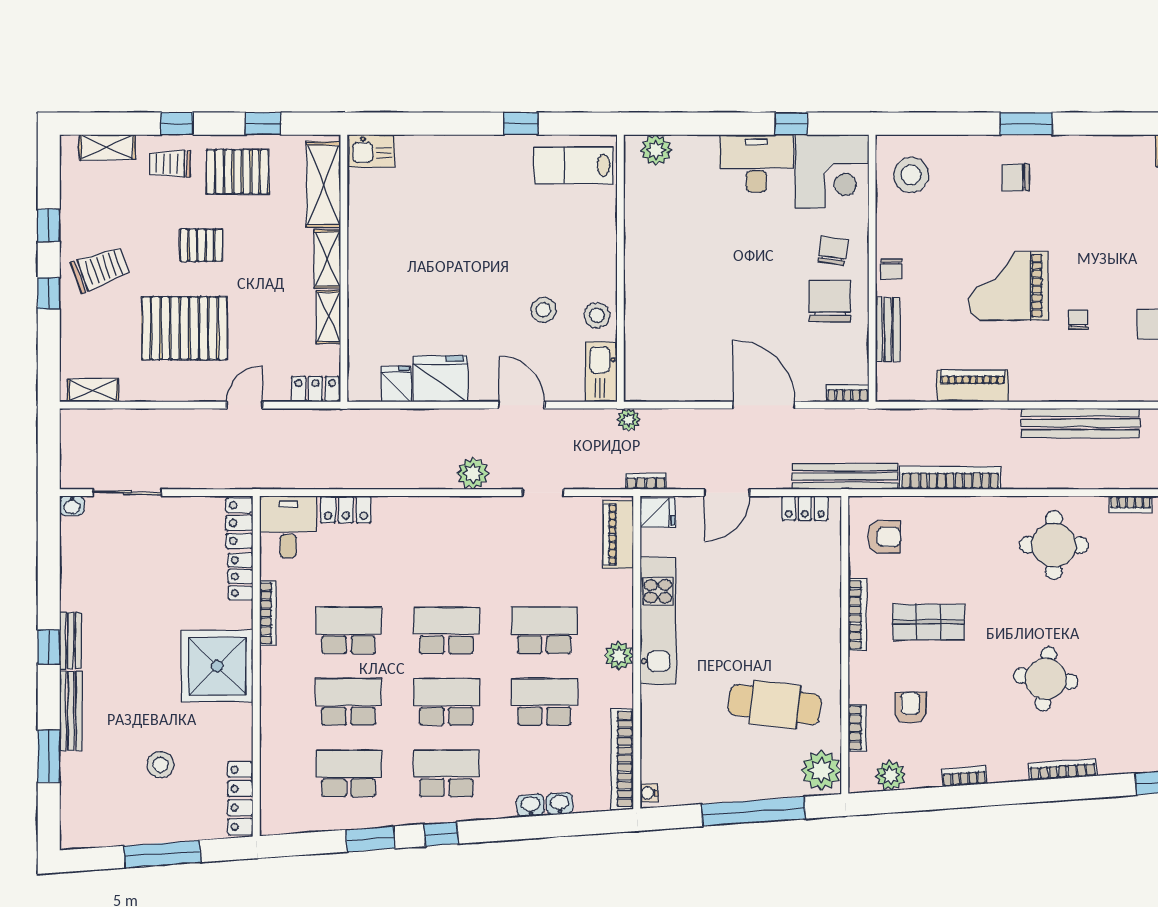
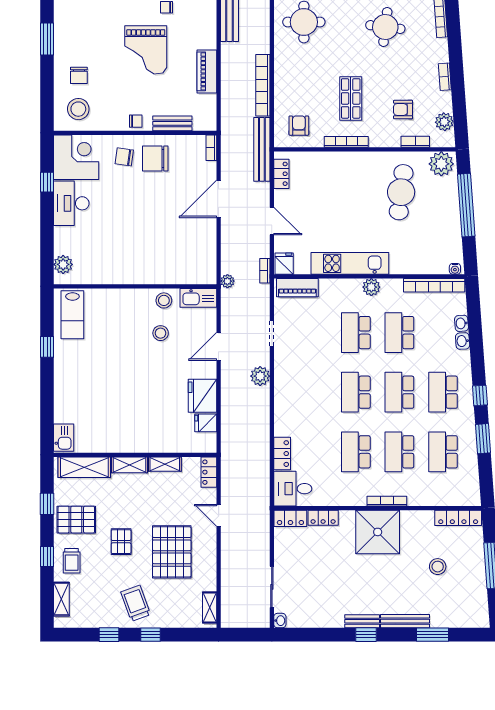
pallet: (237, 172) -> (76, 520), turned 90
chair: (1016, 178) -> (79, 75), moved
bookcase: (268, 613) -> (387, 501), moved

